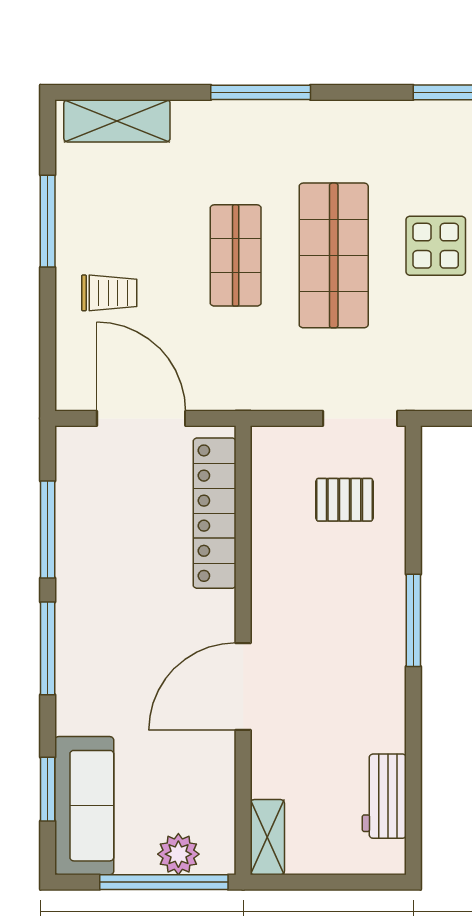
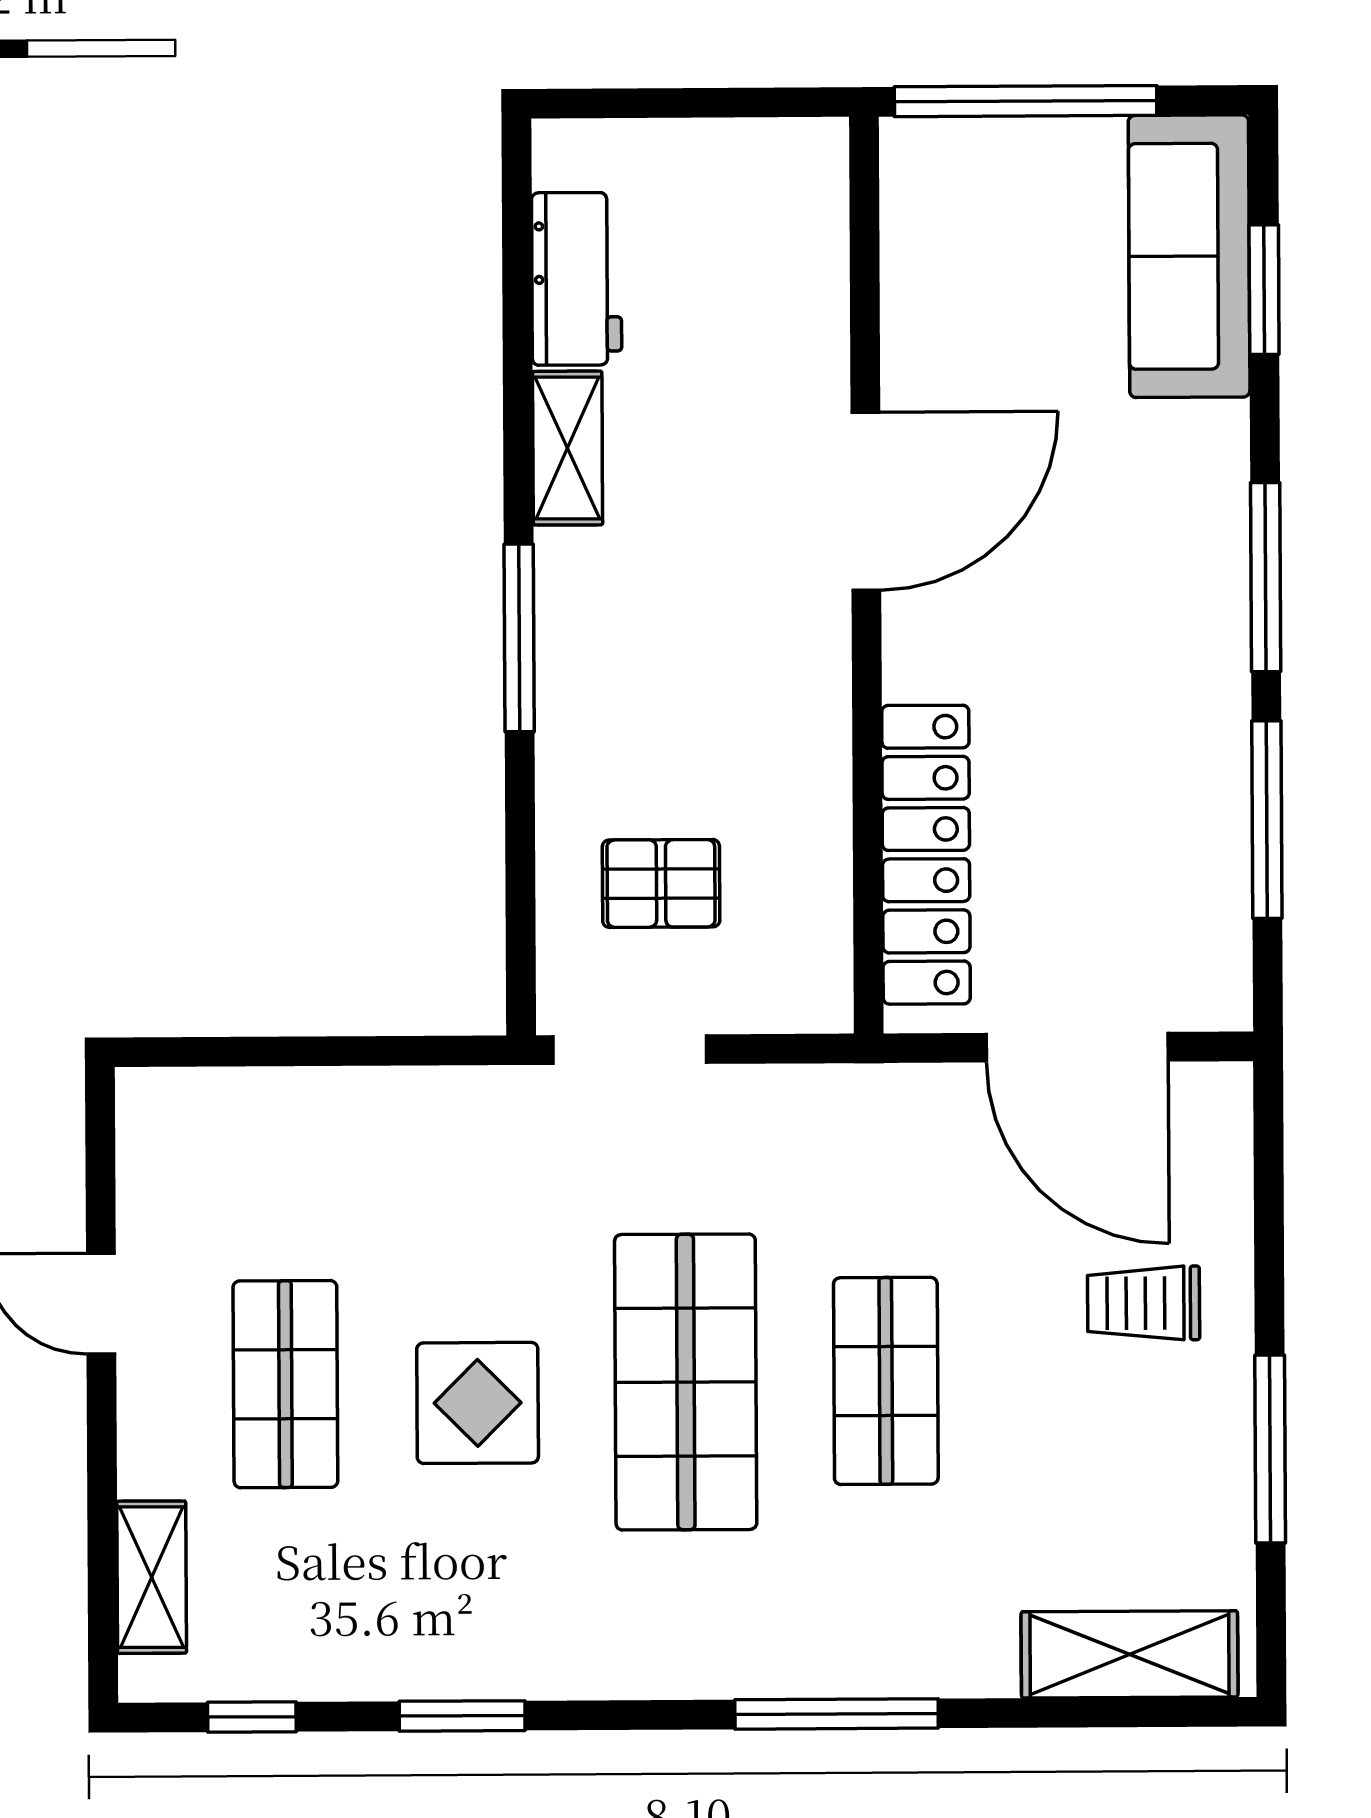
shelving: (267, 837) -> (568, 448), moved
plant: (178, 854) -> (996, 158), removed

